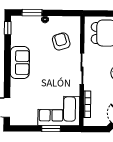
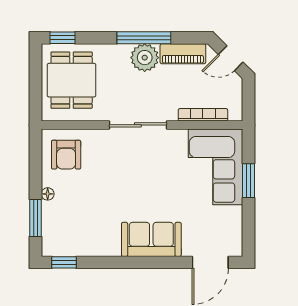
armchair: (61, 41) -> (66, 155), moved, turned -73
sofa: (20, 63) -> (151, 239), moved

